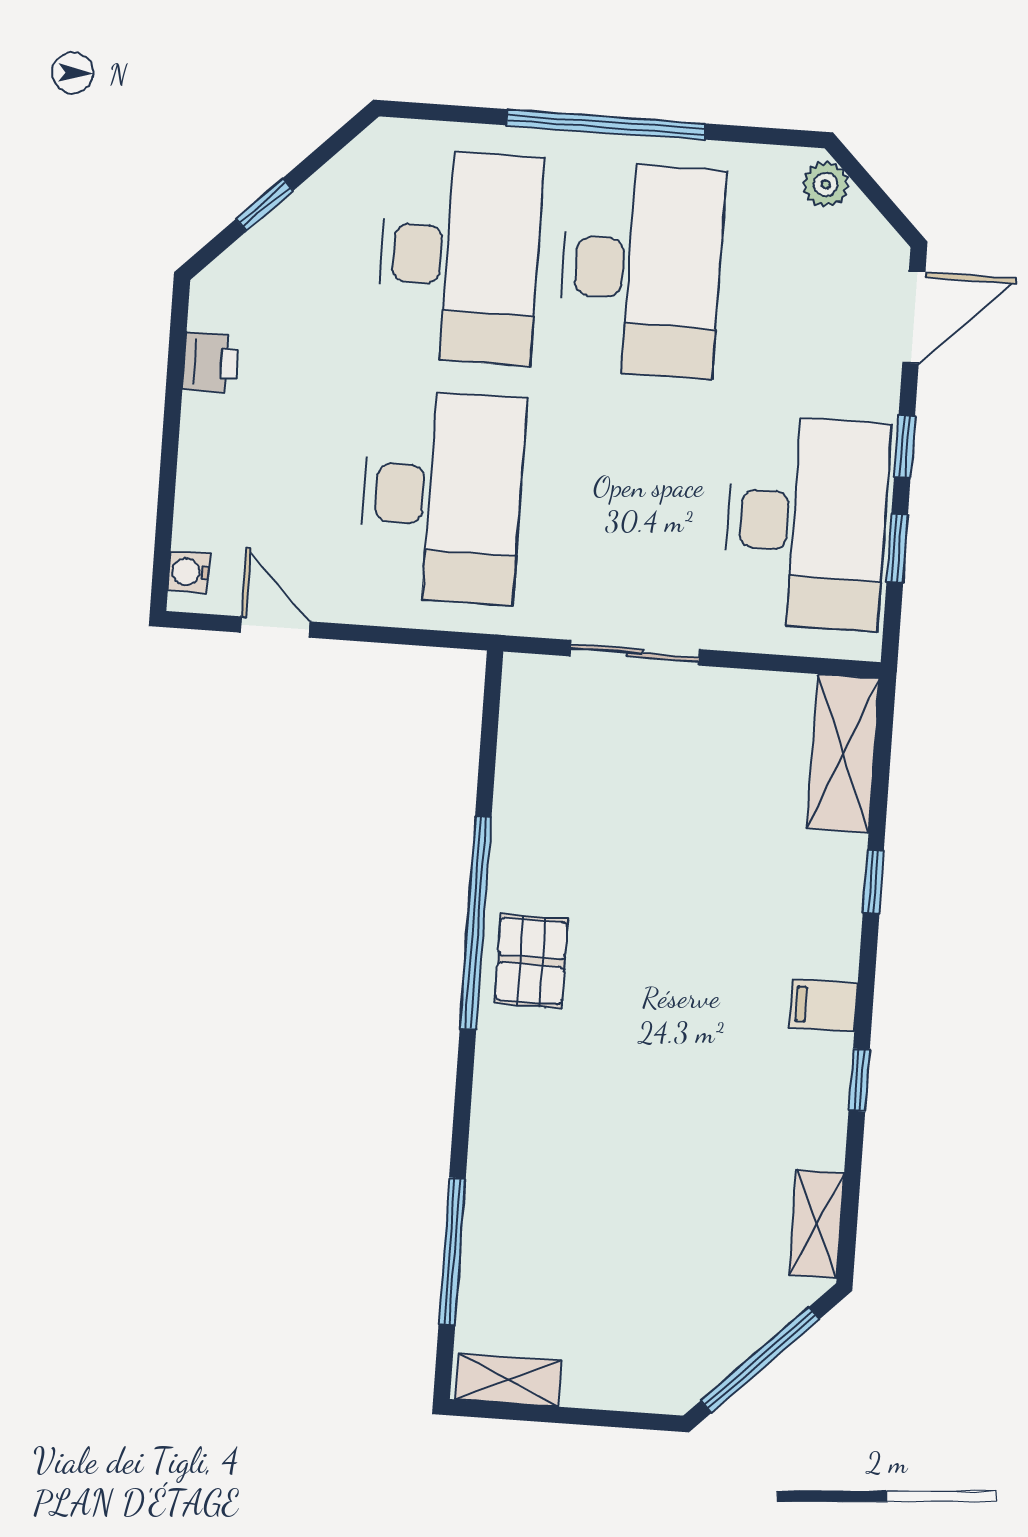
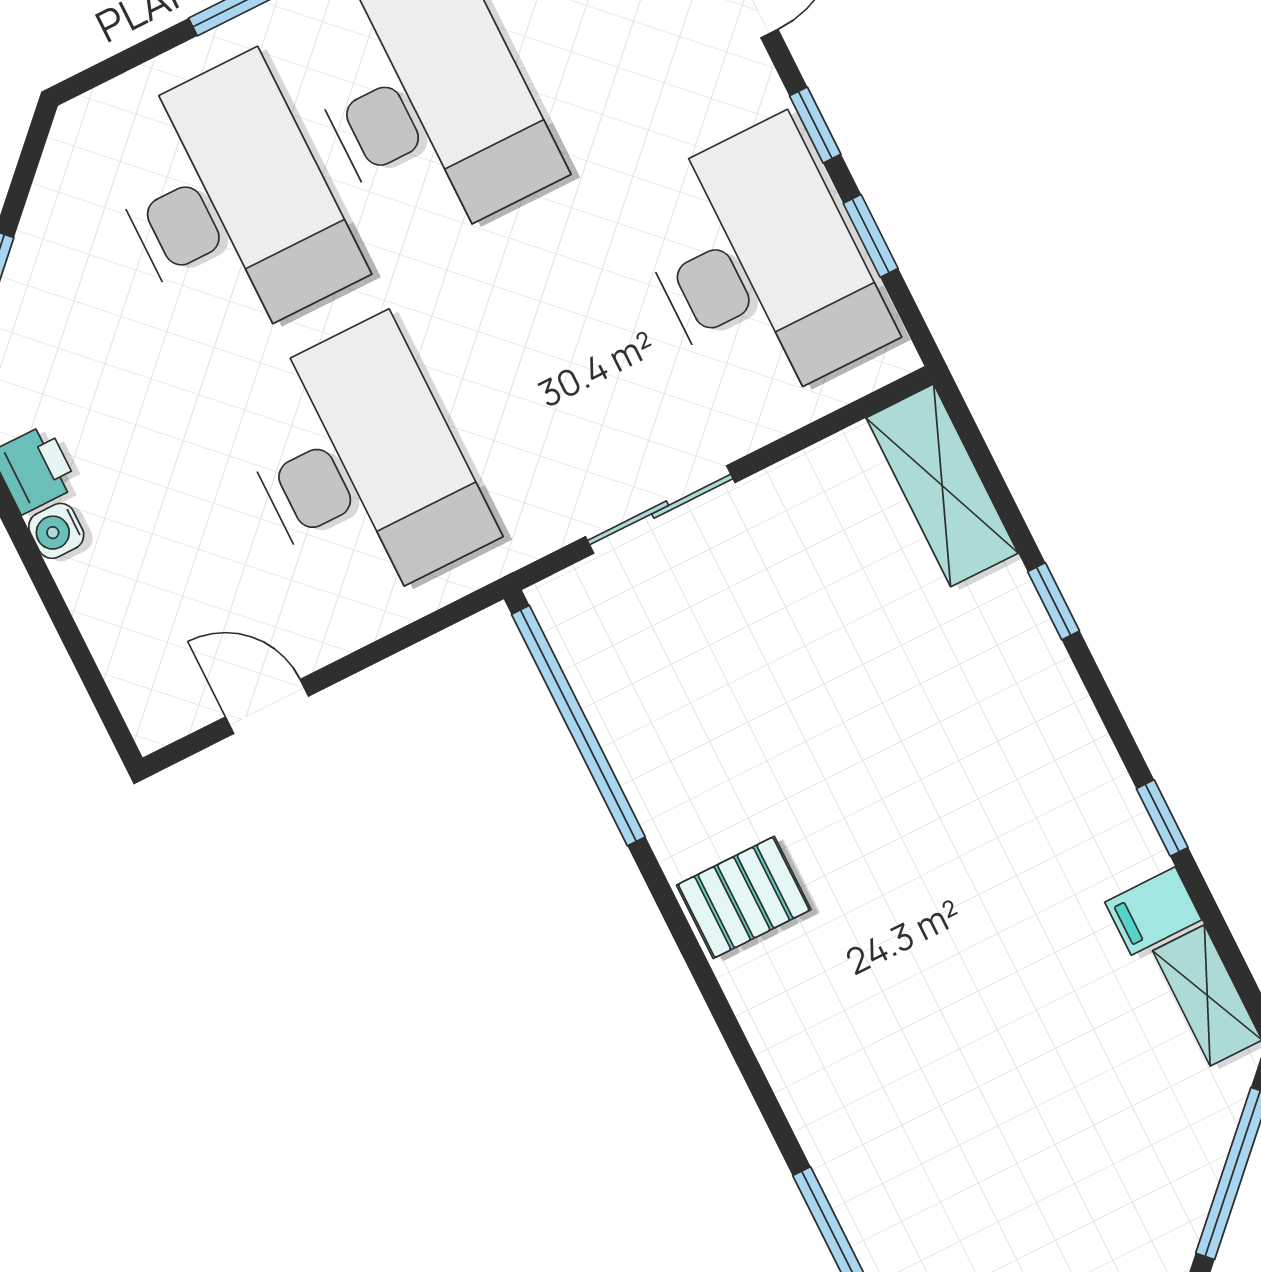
water cooler: (189, 572) -> (56, 531), moved
window: (476, 923) -> (578, 726), moved
pallet: (531, 961) -> (744, 897), turned 90
filing cabinet: (824, 1006) -> (1153, 911), moved

